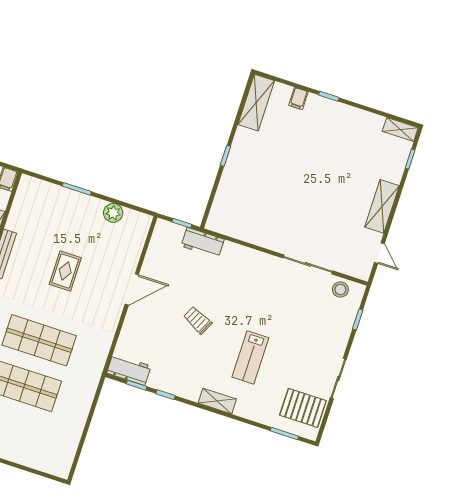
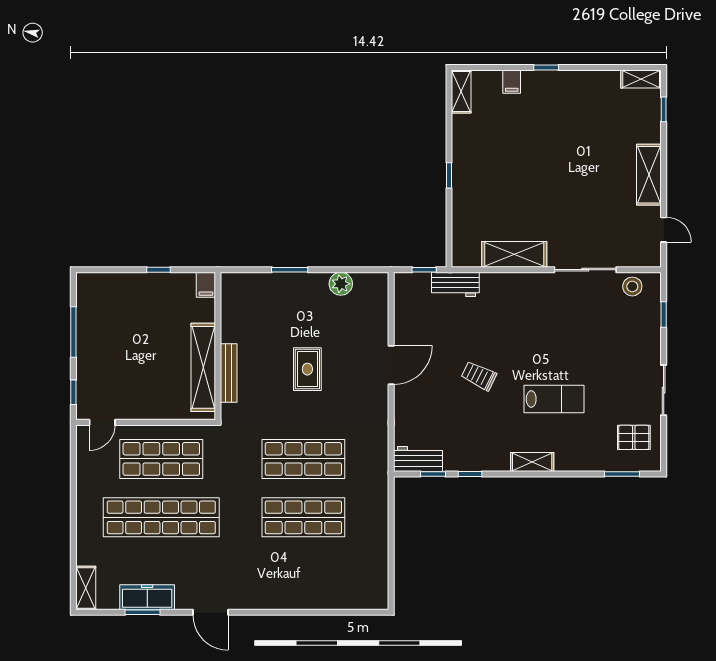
shelving: (256, 103) -> (461, 92), width x0.67, depth x0.75
shelving: (256, 234) -> (514, 254), added
lab bench: (250, 357) -> (554, 399), turned -90
pallet: (303, 408) -> (634, 437), width x0.67, depth x0.71

